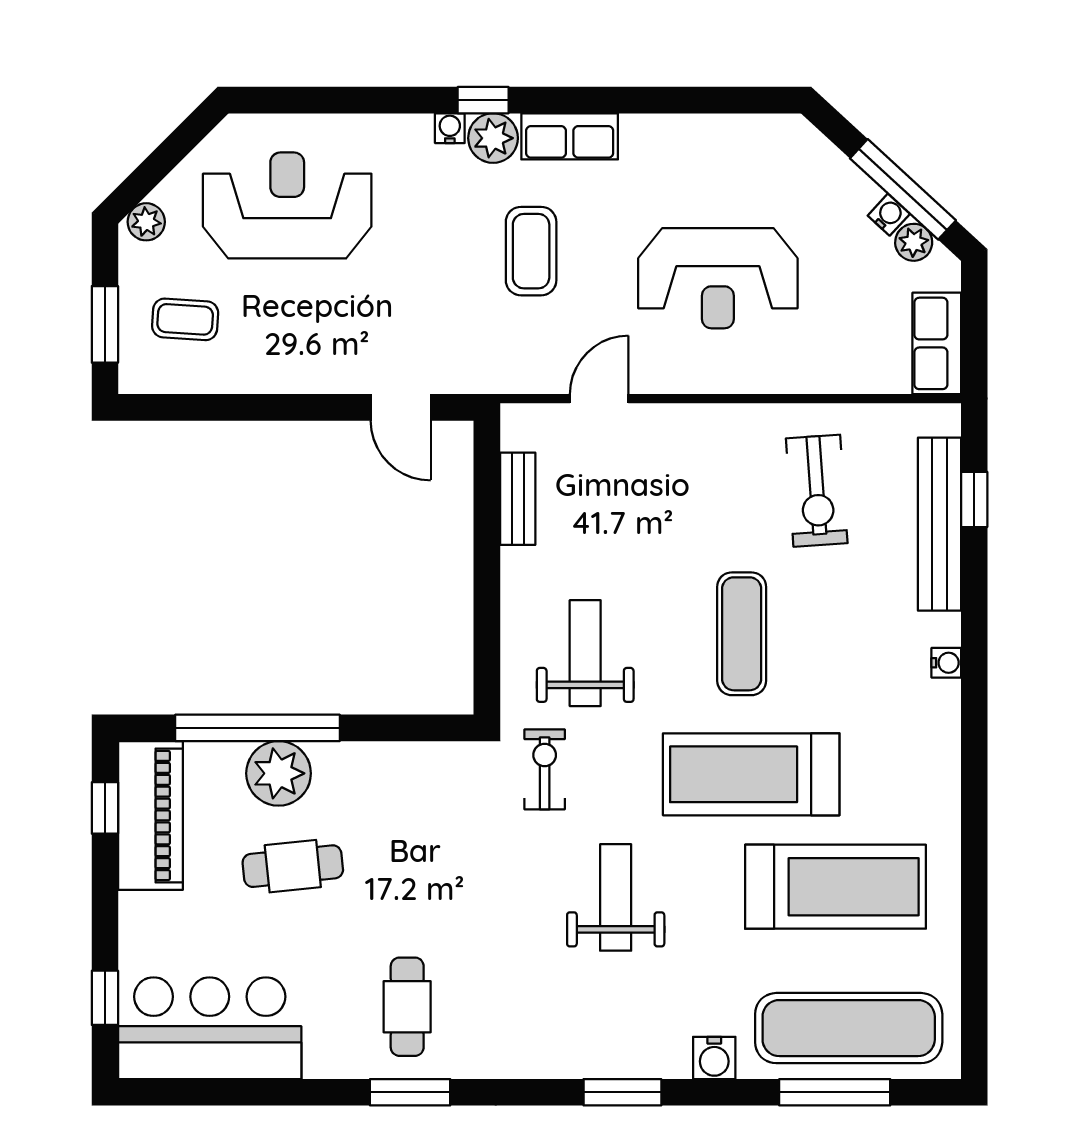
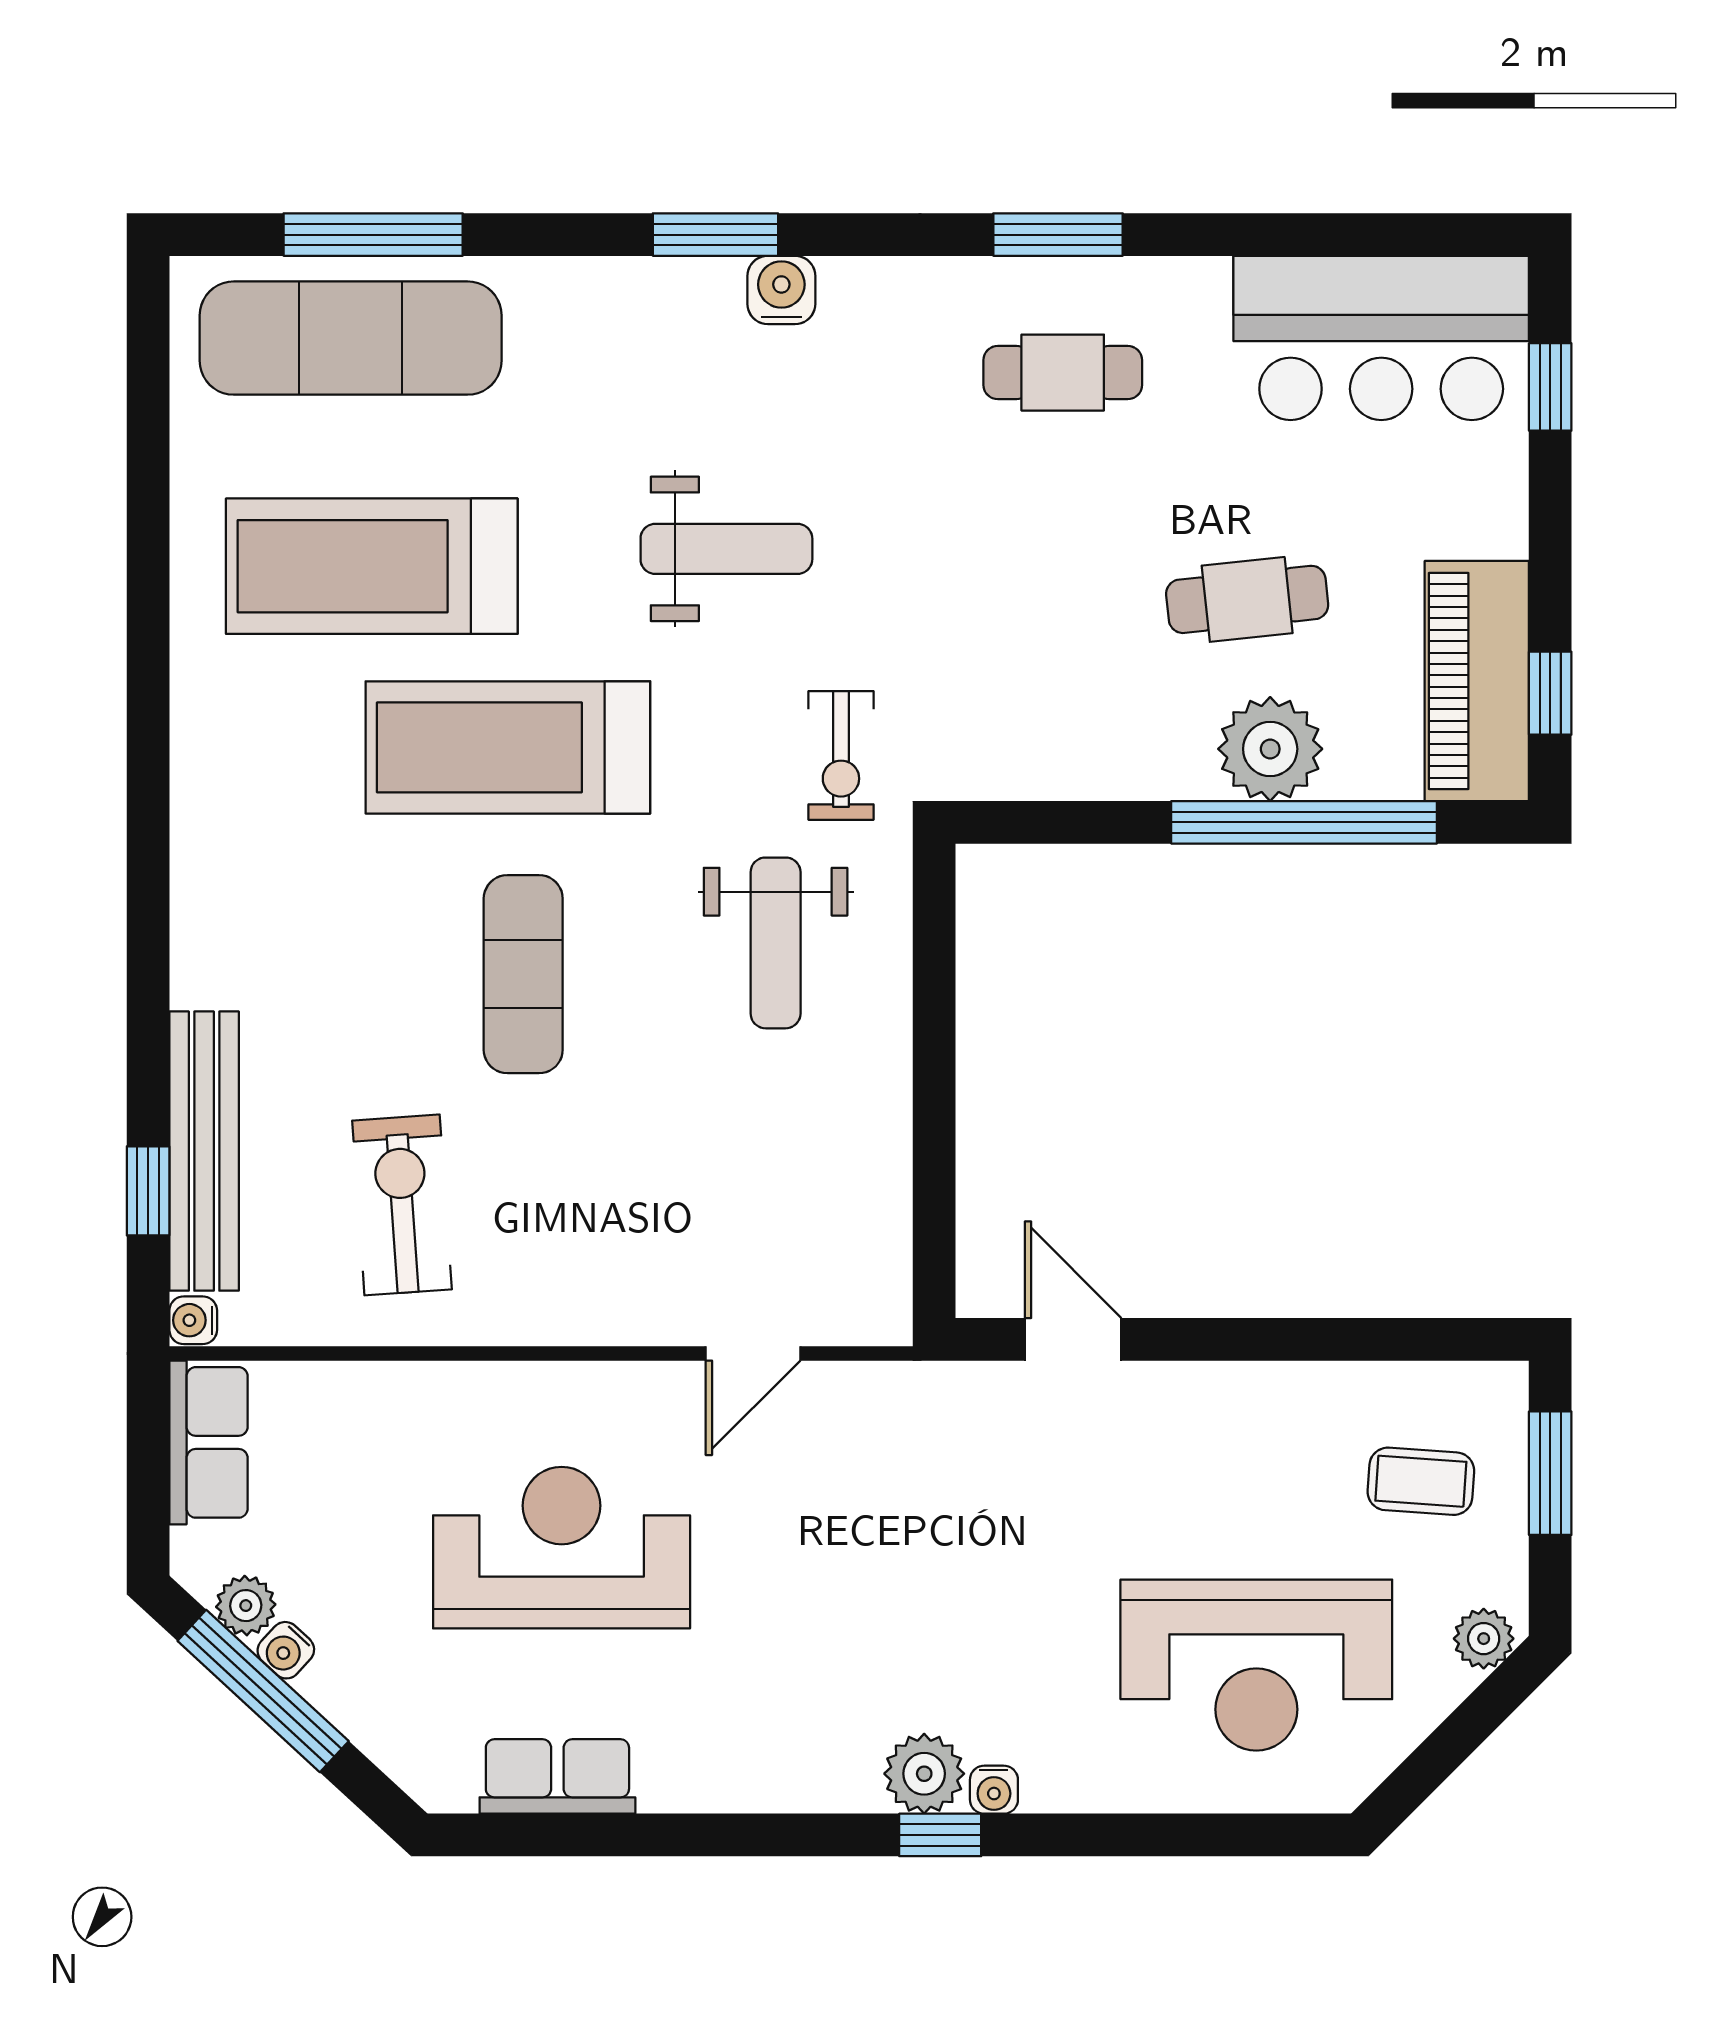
row of seats: (570, 136) -> (557, 1776), moved
coffee table: (531, 251) -> (863, 1591), removed
bench: (518, 499) -> (884, 1192), removed
water cooler: (946, 663) -> (193, 1320), moved
treadmill: (751, 774) -> (508, 747), turned 180
weight bench: (616, 897) -> (726, 549), turned -90
cafe table: (407, 1007) -> (1063, 373), turned 90
water cooler: (714, 1058) -> (781, 290), moved

